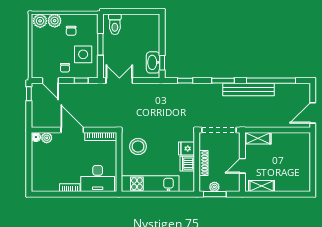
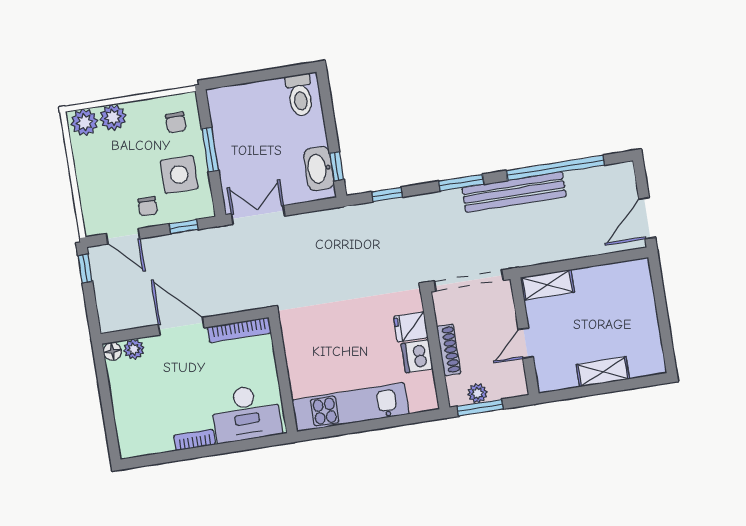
toilet: (115, 24) -> (300, 95), moved
chair: (71, 31) -> (176, 122), moved
stool: (138, 146) -> (315, 338), removed
shelving: (262, 186) -> (603, 372), moved

